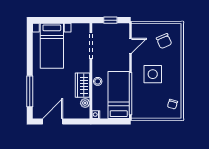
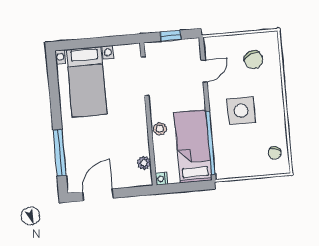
wardrobe: (83, 85) -> (138, 136), removed

